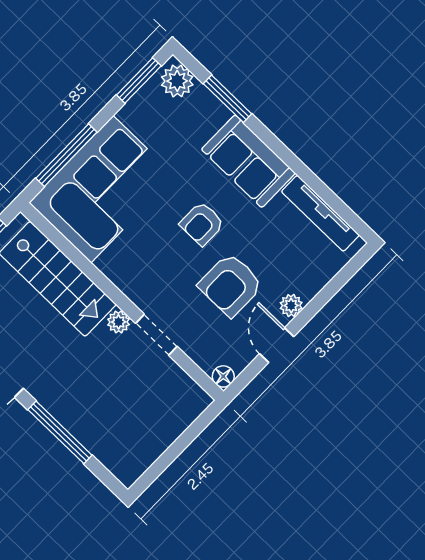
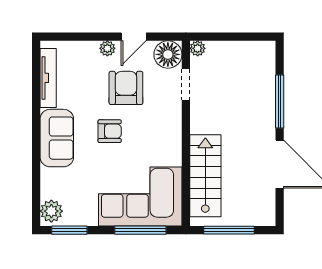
window: (228, 99) -> (36, 178), removed
armchair: (231, 285) -> (126, 88), turned -90
plant: (119, 322) -> (198, 48), moved
doorway: (156, 335) -> (186, 85), moved
floor lamp: (223, 376) -> (168, 54), width x1.89, depth x1.89

